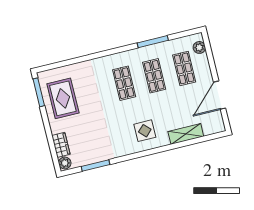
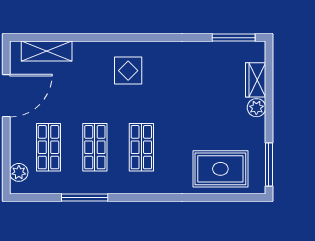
rug: (63, 98) -> (220, 169), moved, turned 90
shelving: (186, 134) -> (47, 51), moved
plant: (65, 163) -> (256, 108), moved
window: (95, 165) -> (234, 38), moved

